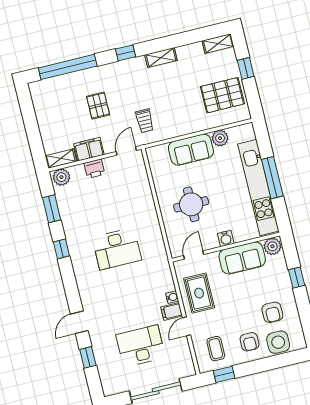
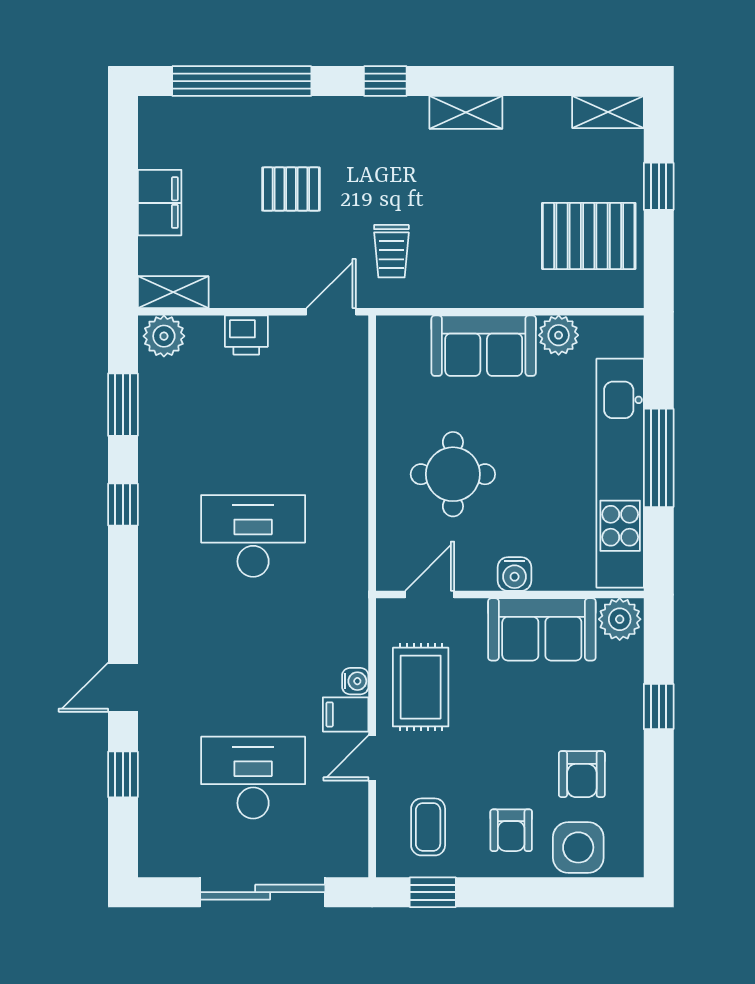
pallet: (98, 106) -> (291, 189), turned 90
filing cabinet: (89, 149) -> (160, 203), moved, turned 90
desk: (117, 249) -> (253, 536), turned 180

